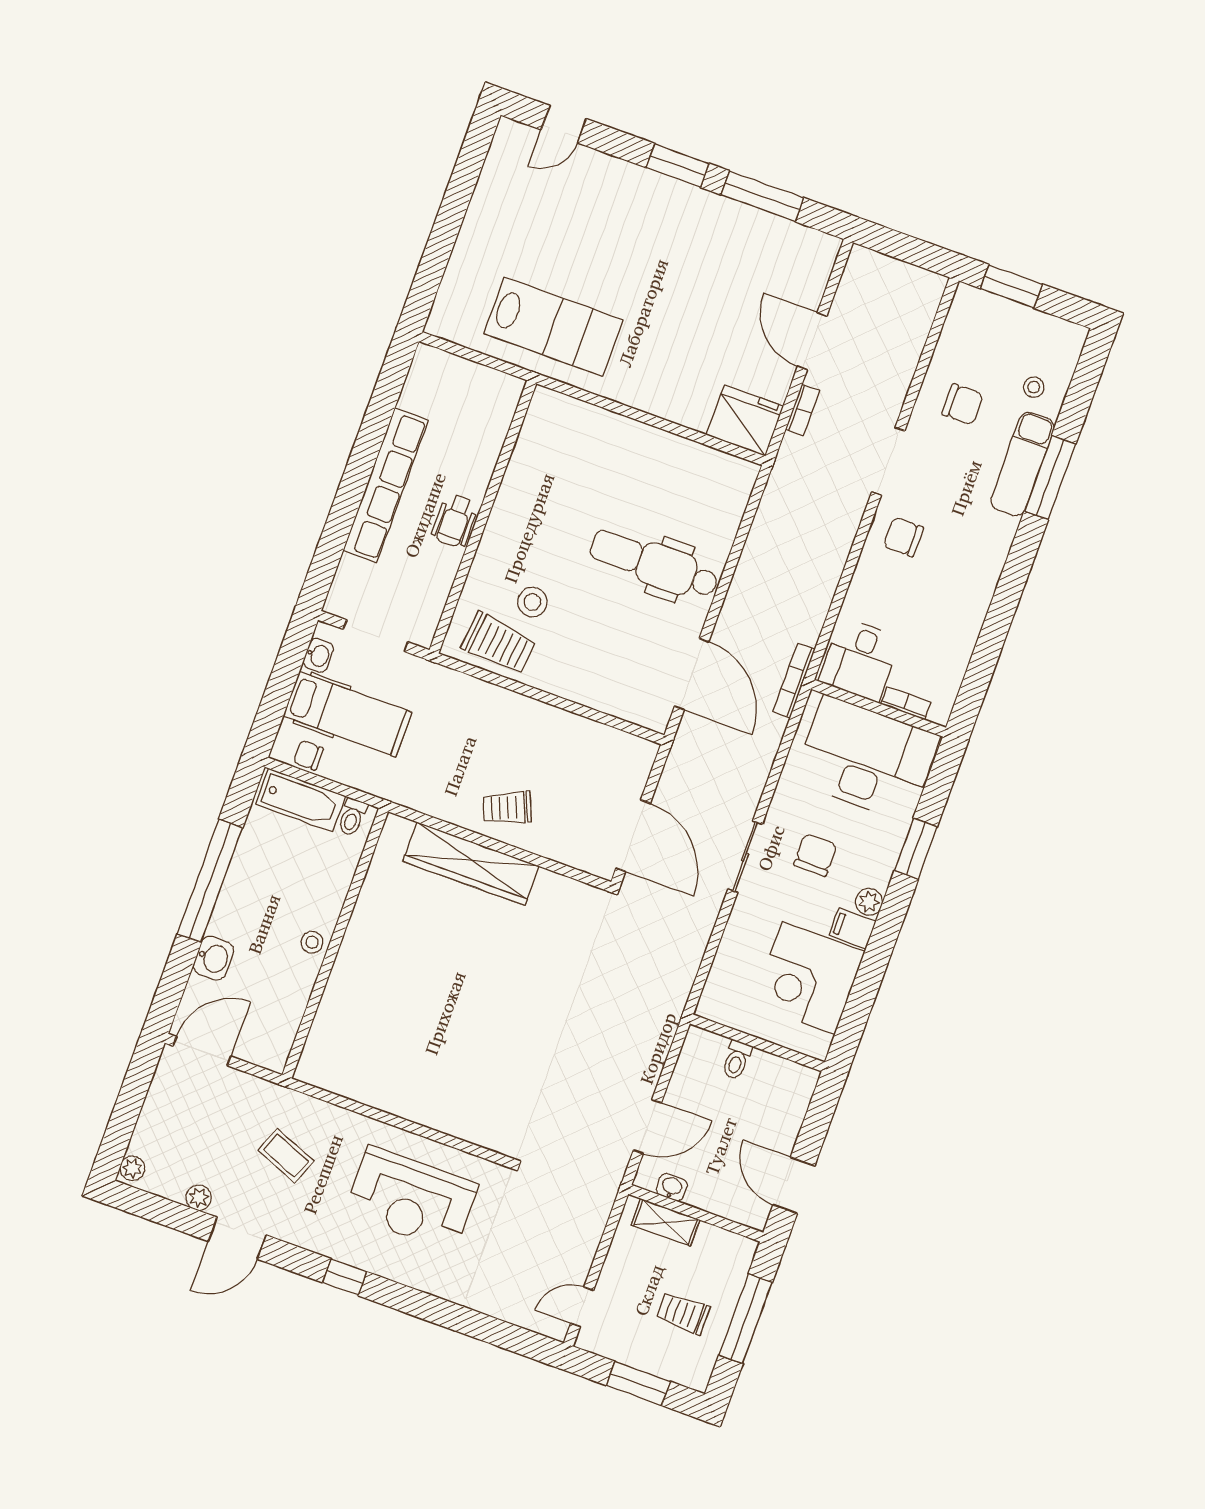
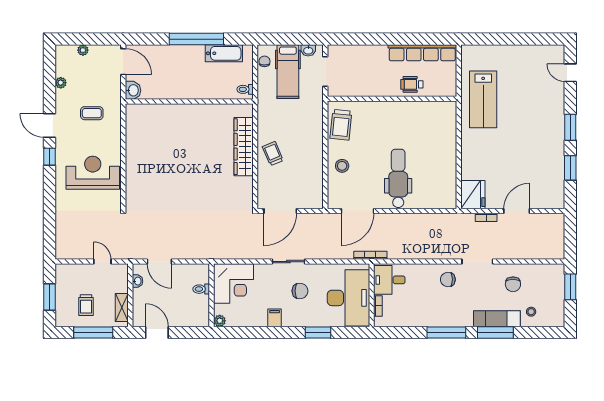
window: (762, 196) -> (570, 168), width x0.69
row of seats: (386, 485) -> (422, 53), moved
wheelchair: (455, 521) -> (412, 84), moved
chair: (903, 537) -> (448, 279), turned -90
window: (1013, 580) -> (446, 332), added
stool: (532, 602) -> (342, 166), moved
bathtub: (300, 800) -> (224, 53), moved, turned -90
plant: (869, 902) -> (220, 321), moved
stool: (312, 942) -> (186, 92), removed
washbasin: (213, 958) -> (133, 90), moved, turned -90
corner desk: (809, 978) -> (234, 284), moved, turned 180
coffee table: (286, 1156) -> (92, 113), turned 68
plant: (132, 1168) -> (83, 50), moved
door: (794, 1185) -> (157, 332), hinge flipped
reception desk: (411, 1199) -> (93, 173), turned 90
shelving: (666, 1222) -> (122, 307), moved
door: (237, 1238) -> (49, 125), moved
door: (582, 1307) -> (102, 262), moved
trolley: (683, 1313) -> (86, 305), turned 180

